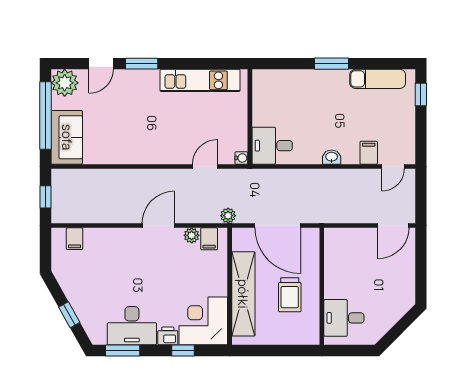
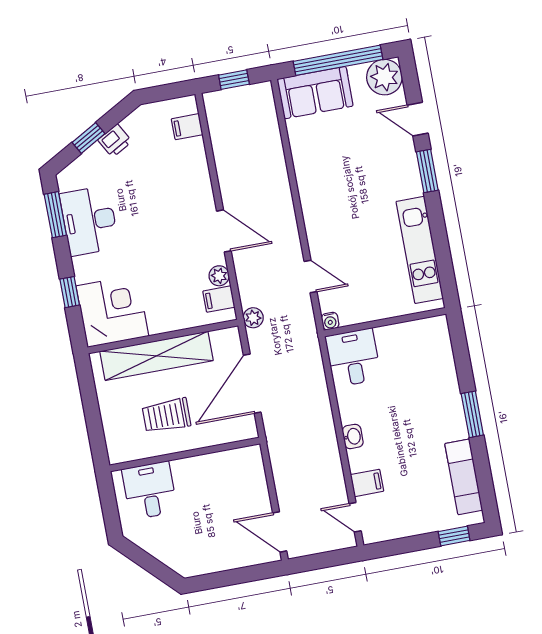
printer: (168, 336) -> (115, 141), moved, turned 61

